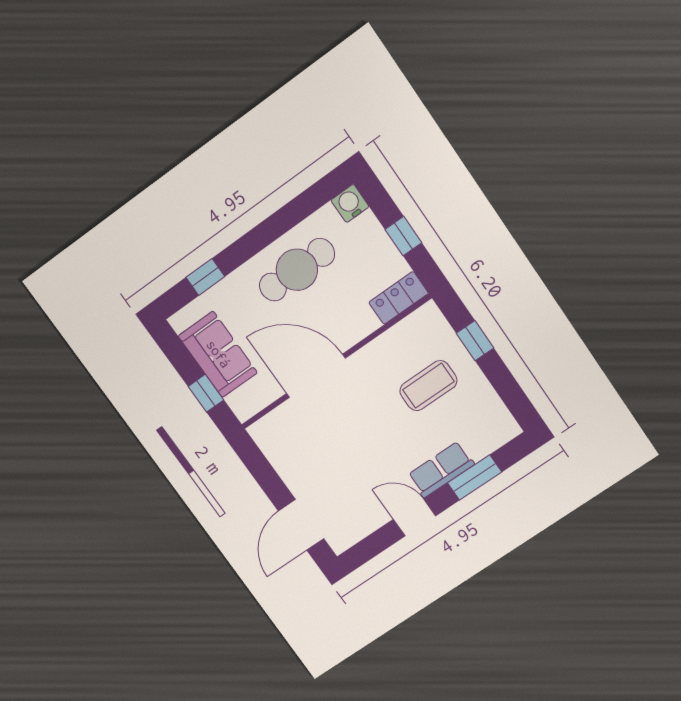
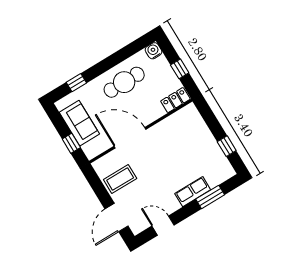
window: (475, 341) -> (227, 146), moved
coffee table: (428, 386) -> (120, 179), moved
door: (414, 518) -> (163, 226), moved

